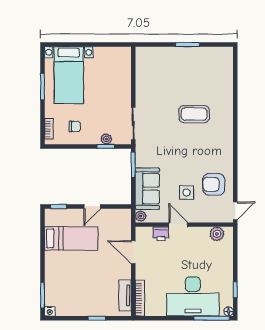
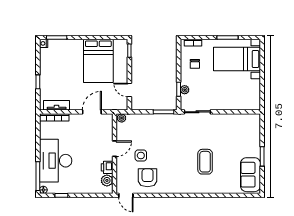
sofa: (147, 189) -> (251, 175), moved, turned 90
door: (92, 206) -> (129, 90), moved
printer: (161, 234) -> (107, 167), moved
bed: (71, 238) -> (98, 61), width x1.50

